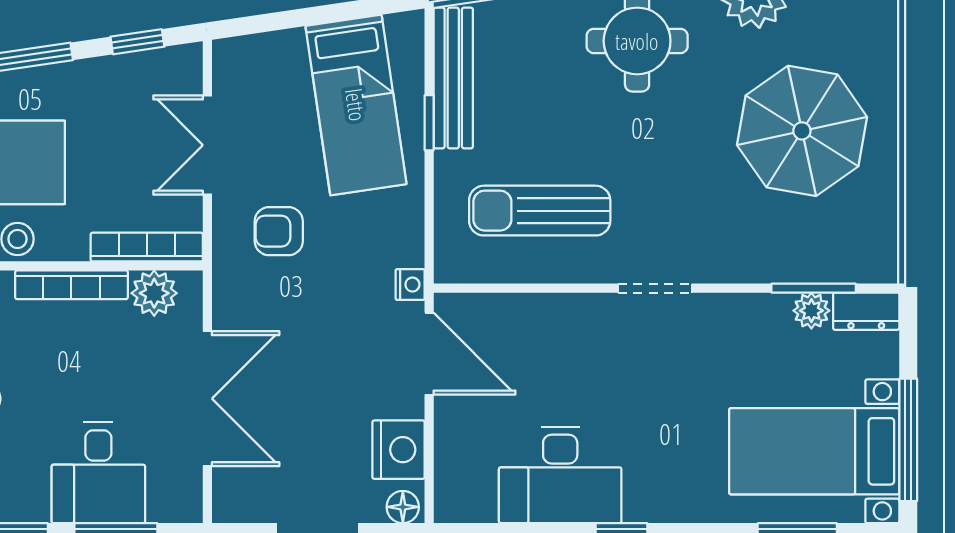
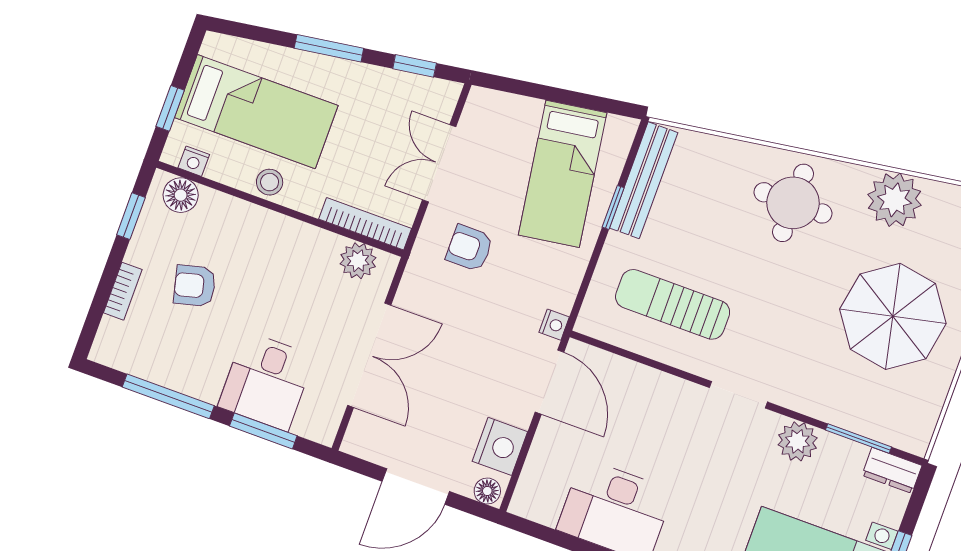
bookcase: (71, 285) -> (298, 232), removed
plant: (811, 311) -> (798, 441), moved, width x1.38, depth x1.38

